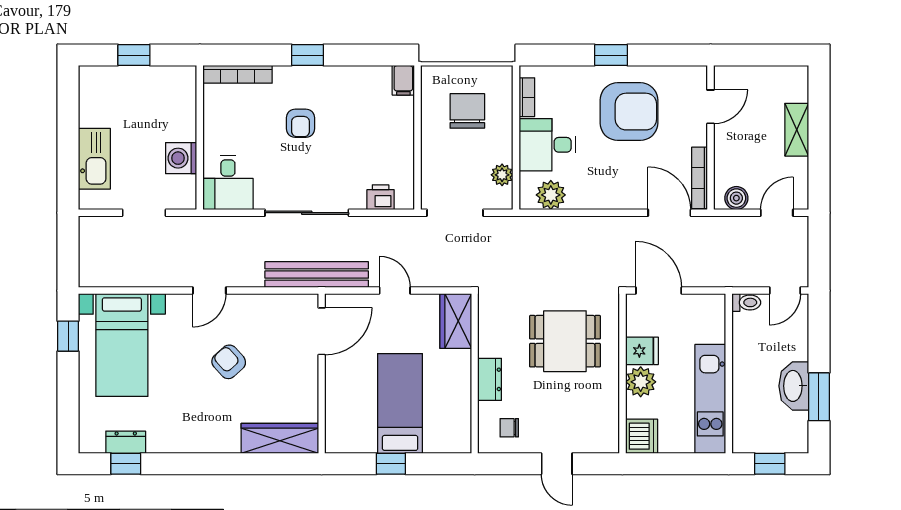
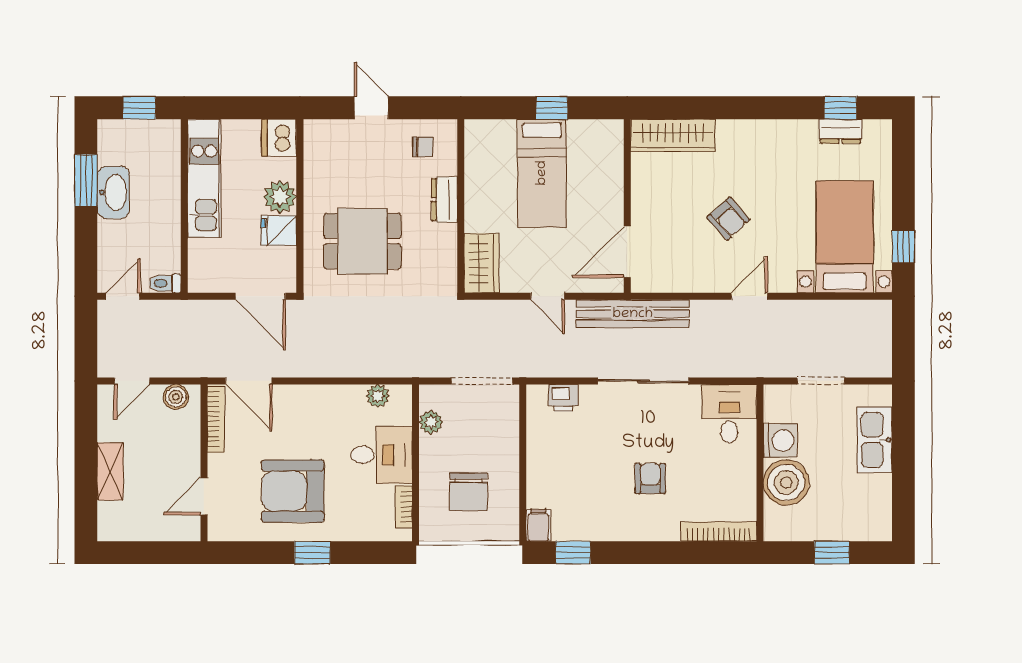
window: (308, 55) -> (573, 553), moved
boiler: (176, 120) -> (786, 482), added
plant: (551, 195) -> (378, 396), width x0.73, depth x0.73

